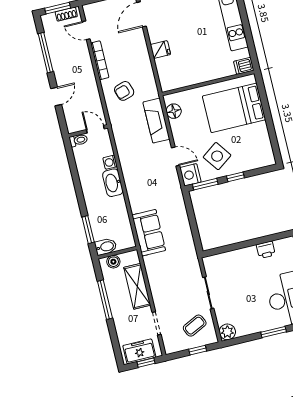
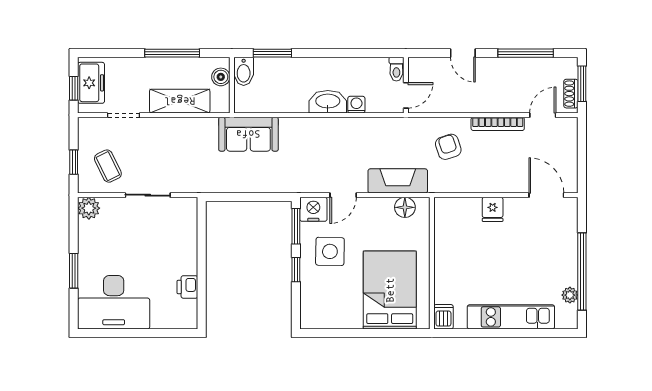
side table: (217, 156) -> (330, 251), turned 37

